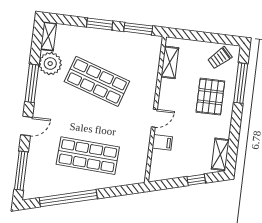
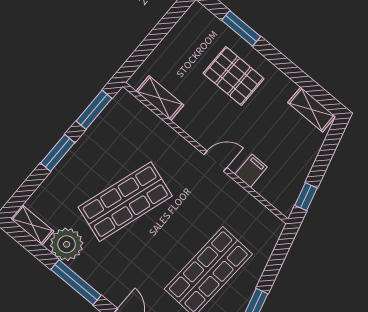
trolley: (220, 58) -> (194, 34), removed
window: (241, 83) -> (241, 28), width x0.69
door: (154, 118) -> (215, 161), hinge flipped
window: (196, 180) -> (306, 197), moved

